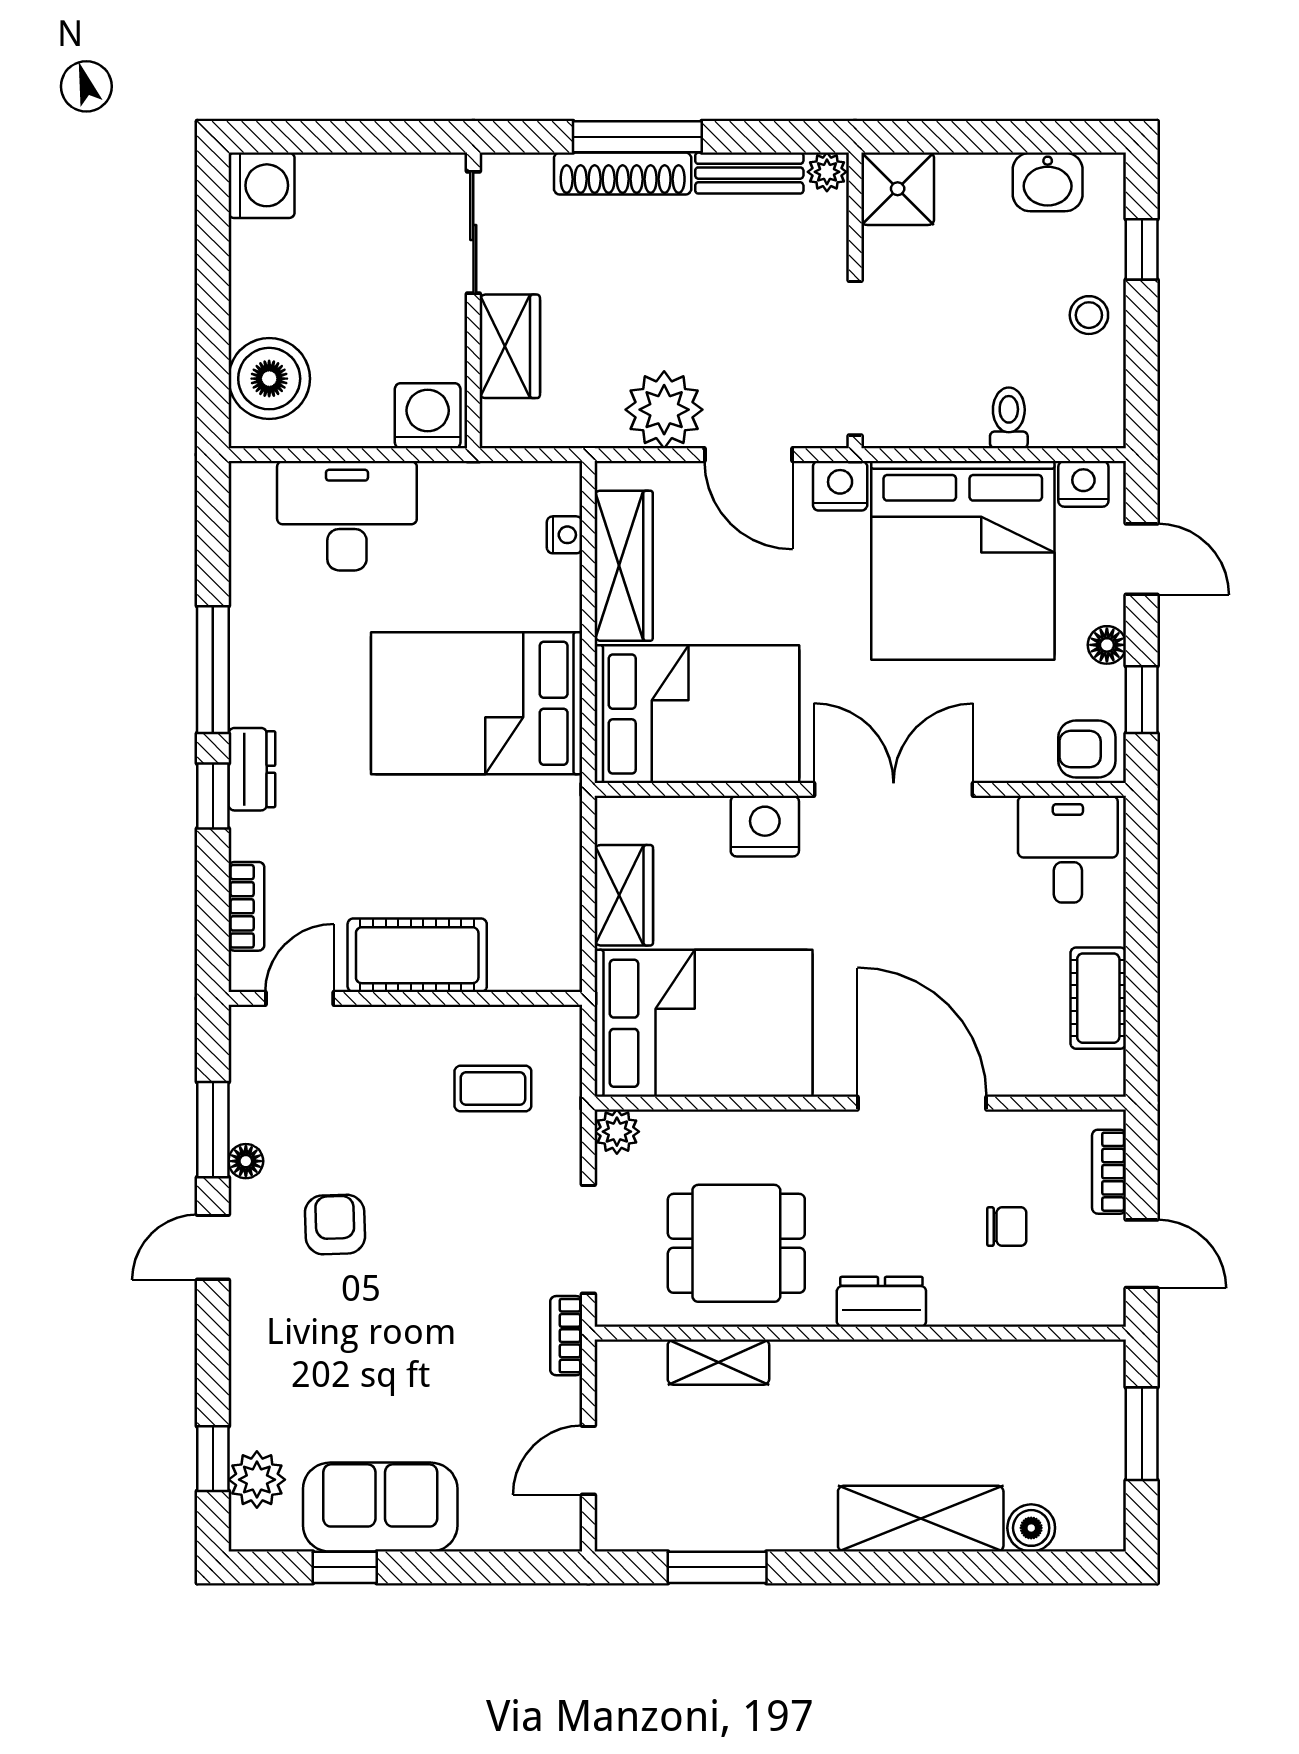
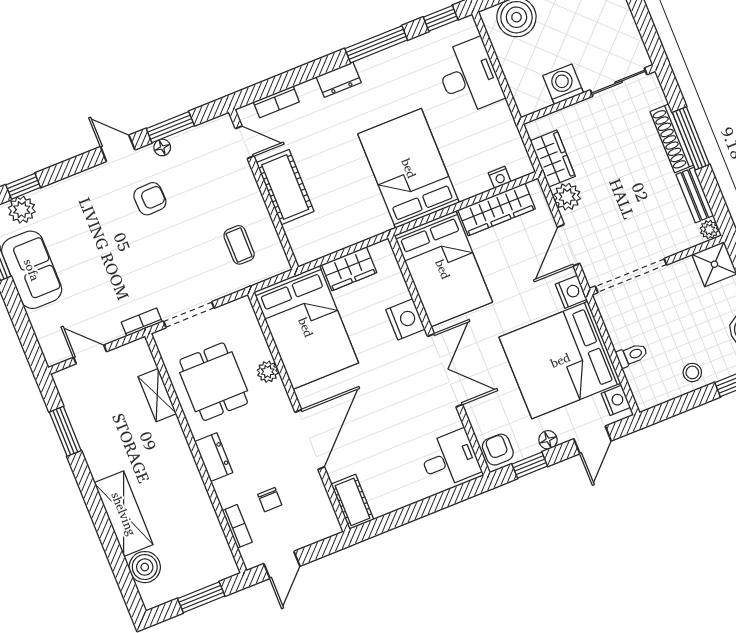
wardrobe: (510, 346) -> (553, 159), moved, turned -90
plant: (664, 410) -> (567, 197), width x0.73, depth x0.73
washing machine: (428, 416) -> (563, 84), moved, turned -90
window: (213, 796) -> (441, 18), moved
cot: (1098, 998) -> (352, 502), moved, turned 90
plant: (617, 1132) -> (268, 372), moved
bookcase: (1109, 1172) -> (237, 526), moved, turned 90
boiler: (1031, 1528) -> (145, 567), width x1.36, depth x1.36

